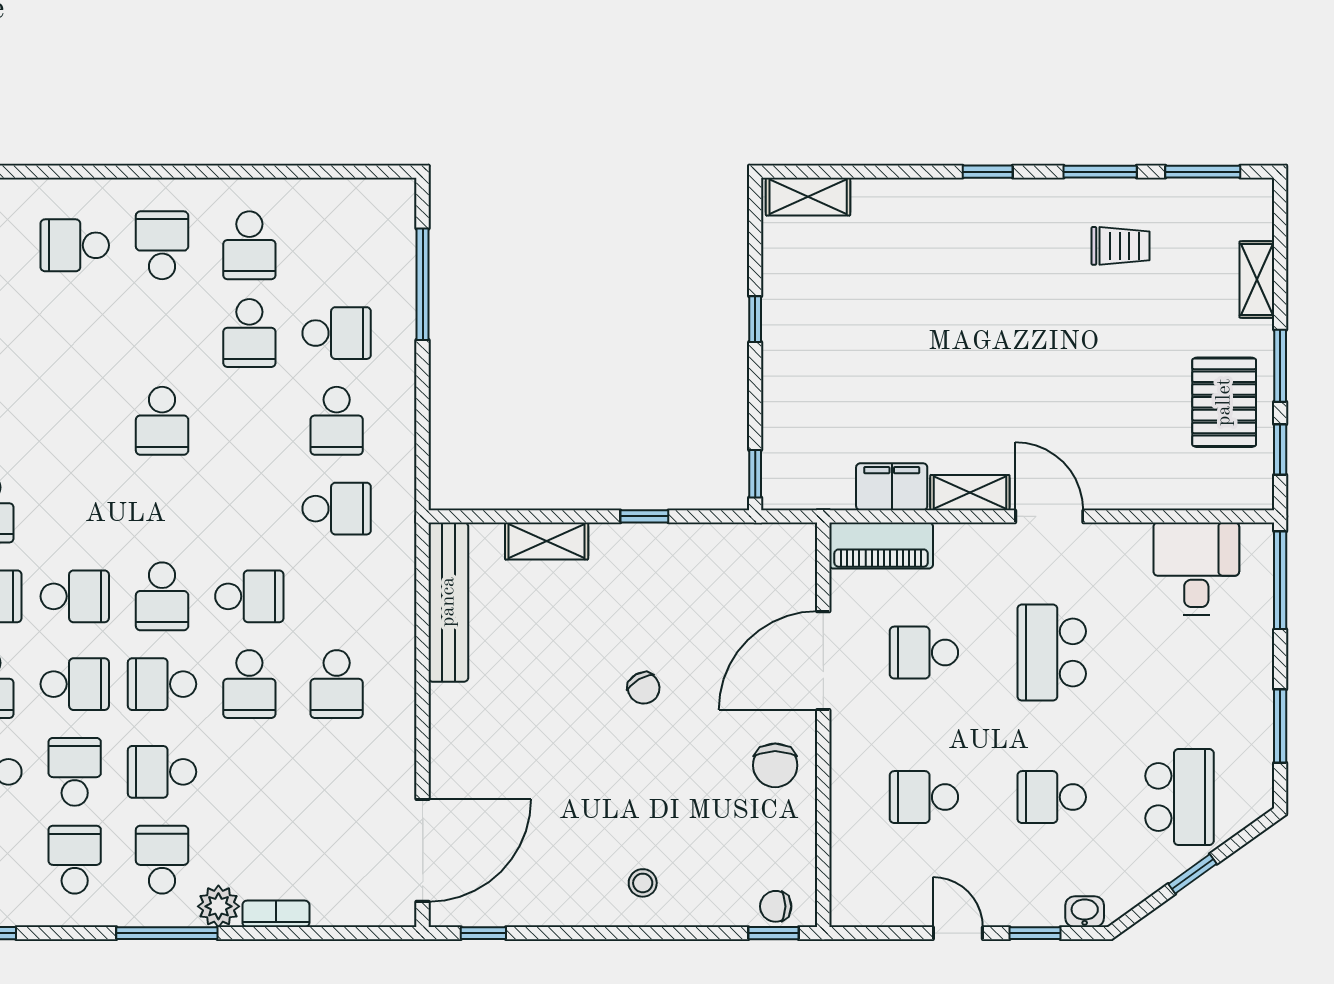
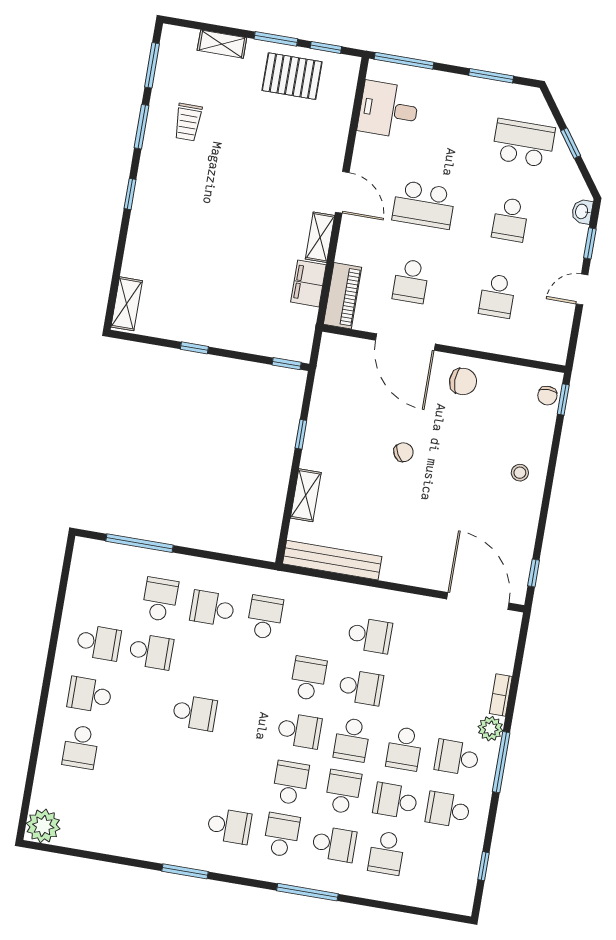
trolley: (1120, 246) -> (188, 122), turned 180
school desk: (337, 421) -> (212, 608), turned 180
door: (1049, 516) -> (342, 192), swing flipped

